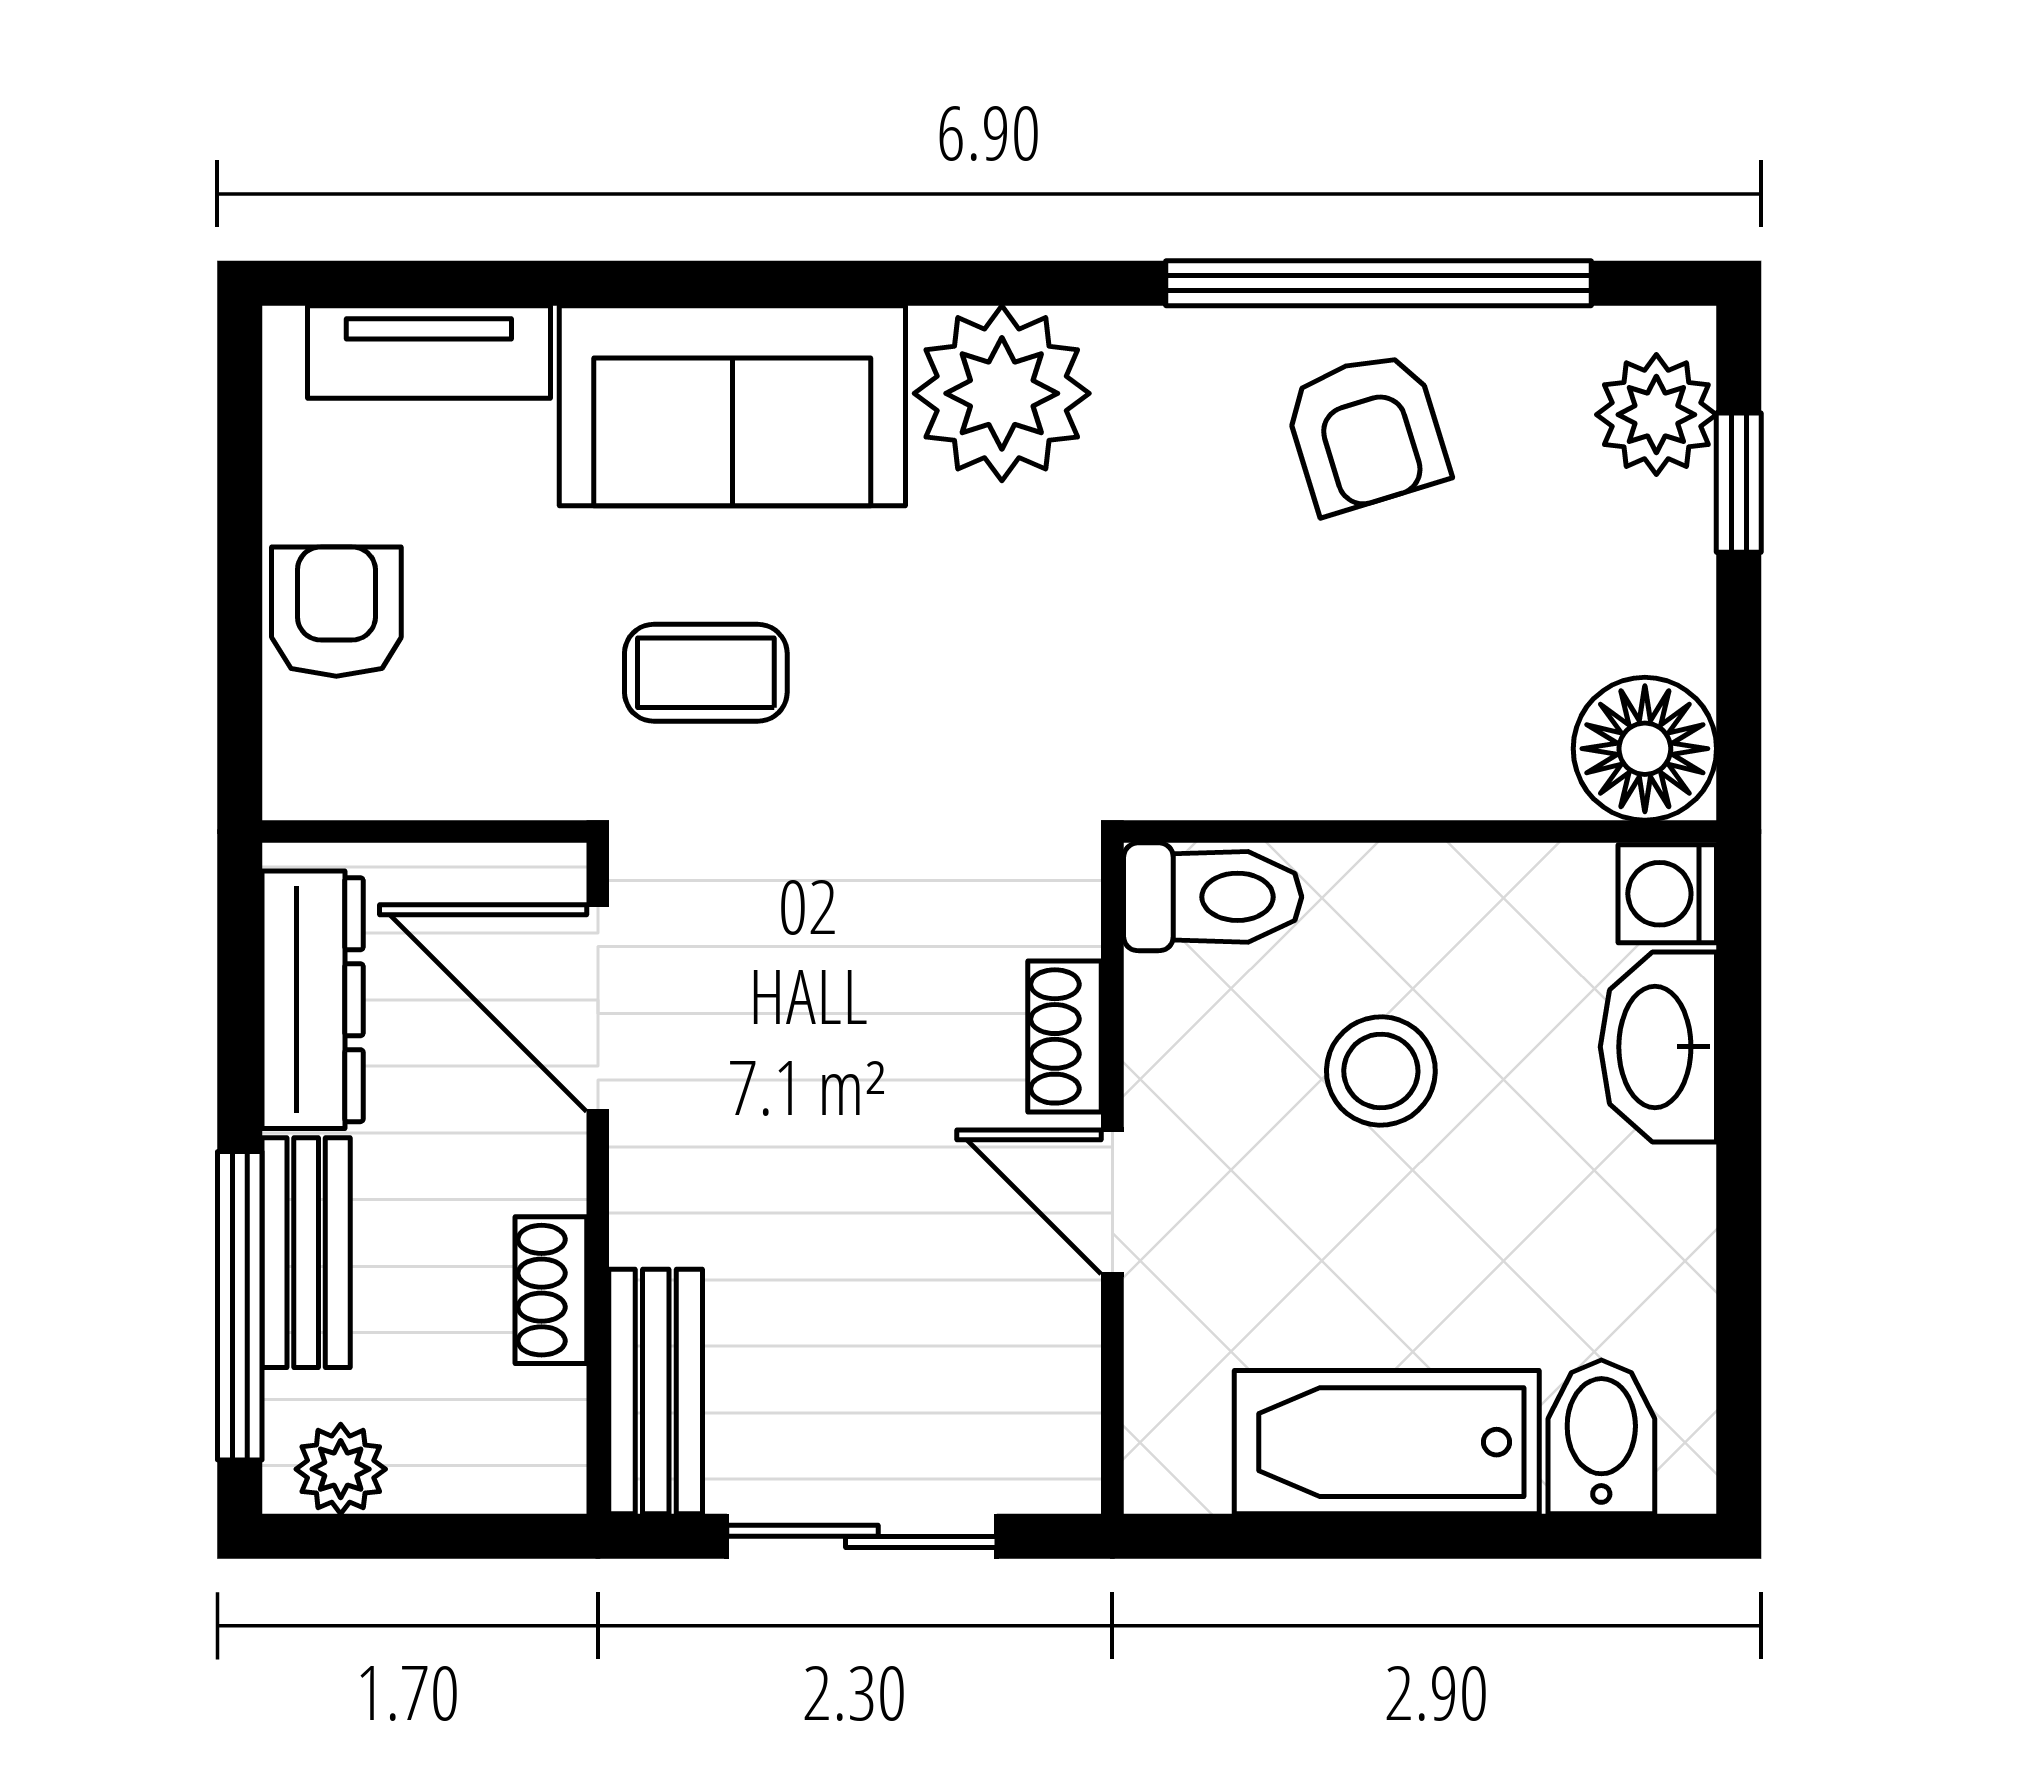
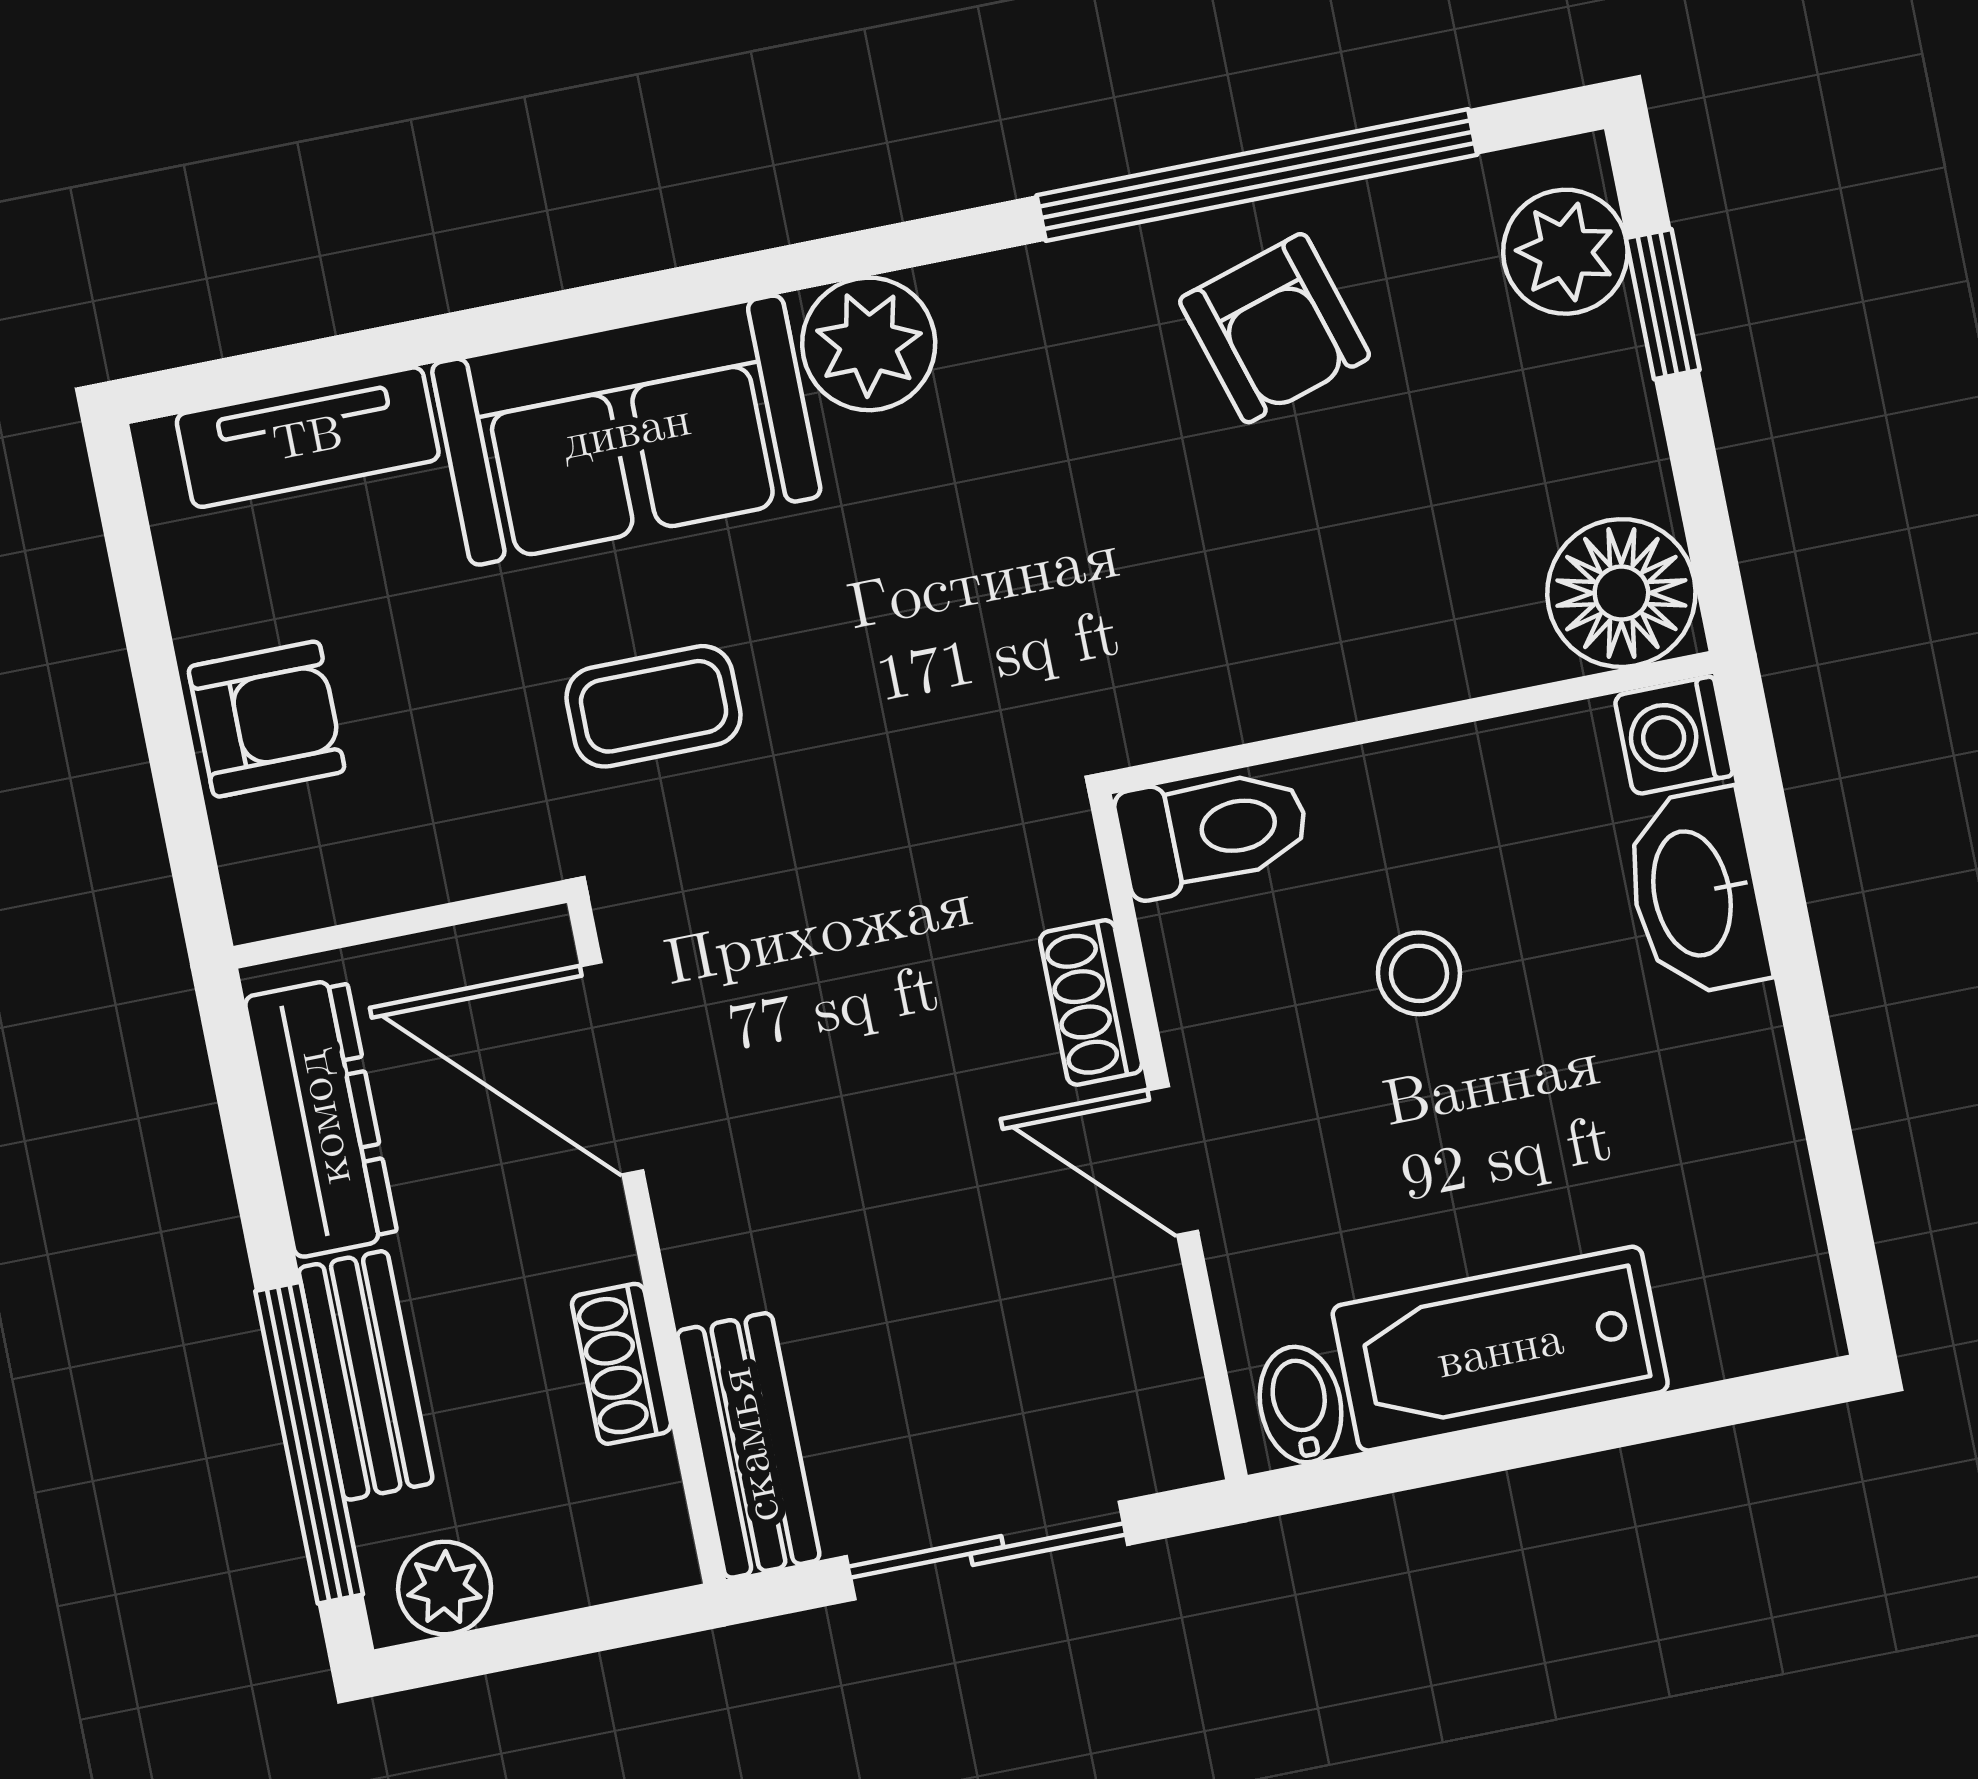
plant: (1002, 393) -> (869, 344), width x0.73, depth x0.73
armchair: (336, 612) -> (267, 719), turned 90
stool: (1381, 1071) -> (1419, 973), width x0.73, depth x0.73
bidet: (1601, 1437) -> (1301, 1405), moved, width x0.72, depth x0.74

